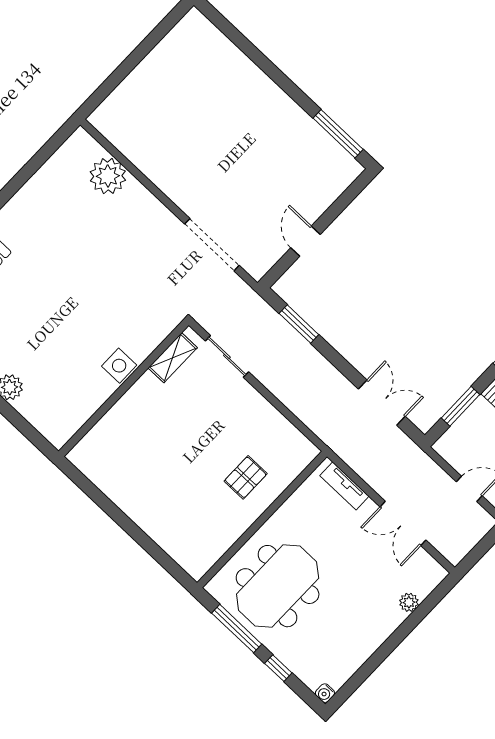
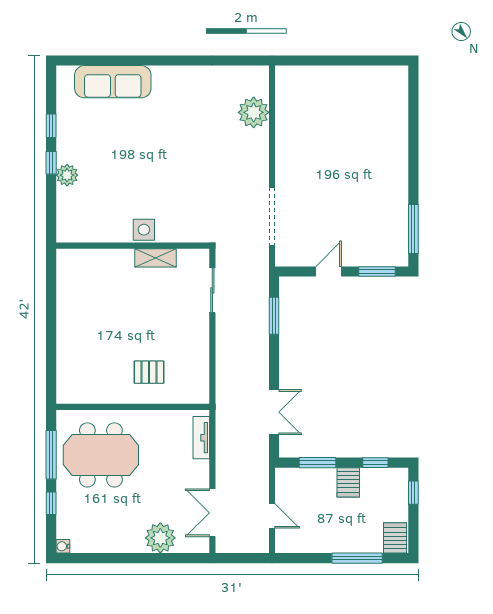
window: (345, 200) -> (377, 271), added
shelving: (173, 358) -> (155, 258), moved
double door: (403, 523) -> (212, 513), moved
plant: (409, 602) -> (160, 538), width x1.87, depth x1.87

